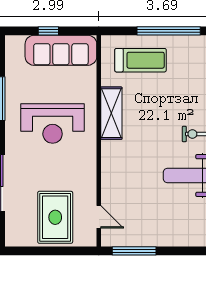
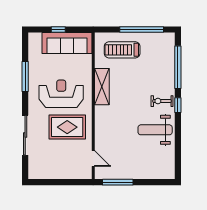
treadmill: (140, 60) -> (122, 50), turned 180
reception desk: (53, 123) -> (61, 94), turned 180
rug: (55, 217) -> (67, 127), moved, turned 90

